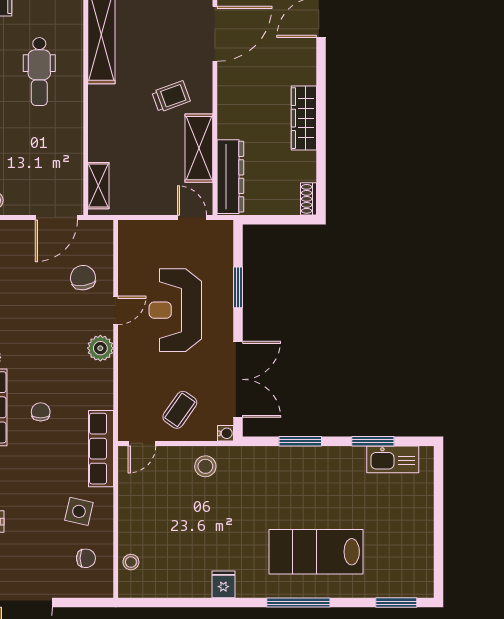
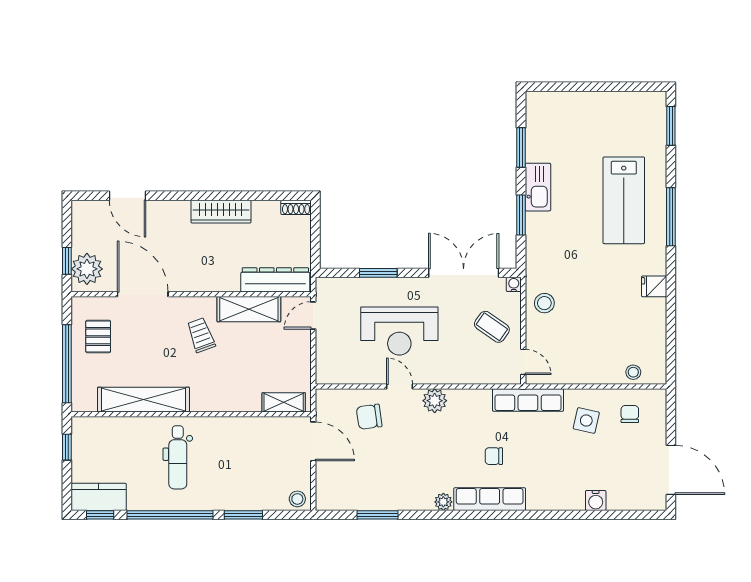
dental chair: (39, 72) -> (178, 457), turned 90
kitchen sink: (393, 459) -> (538, 187), moved

